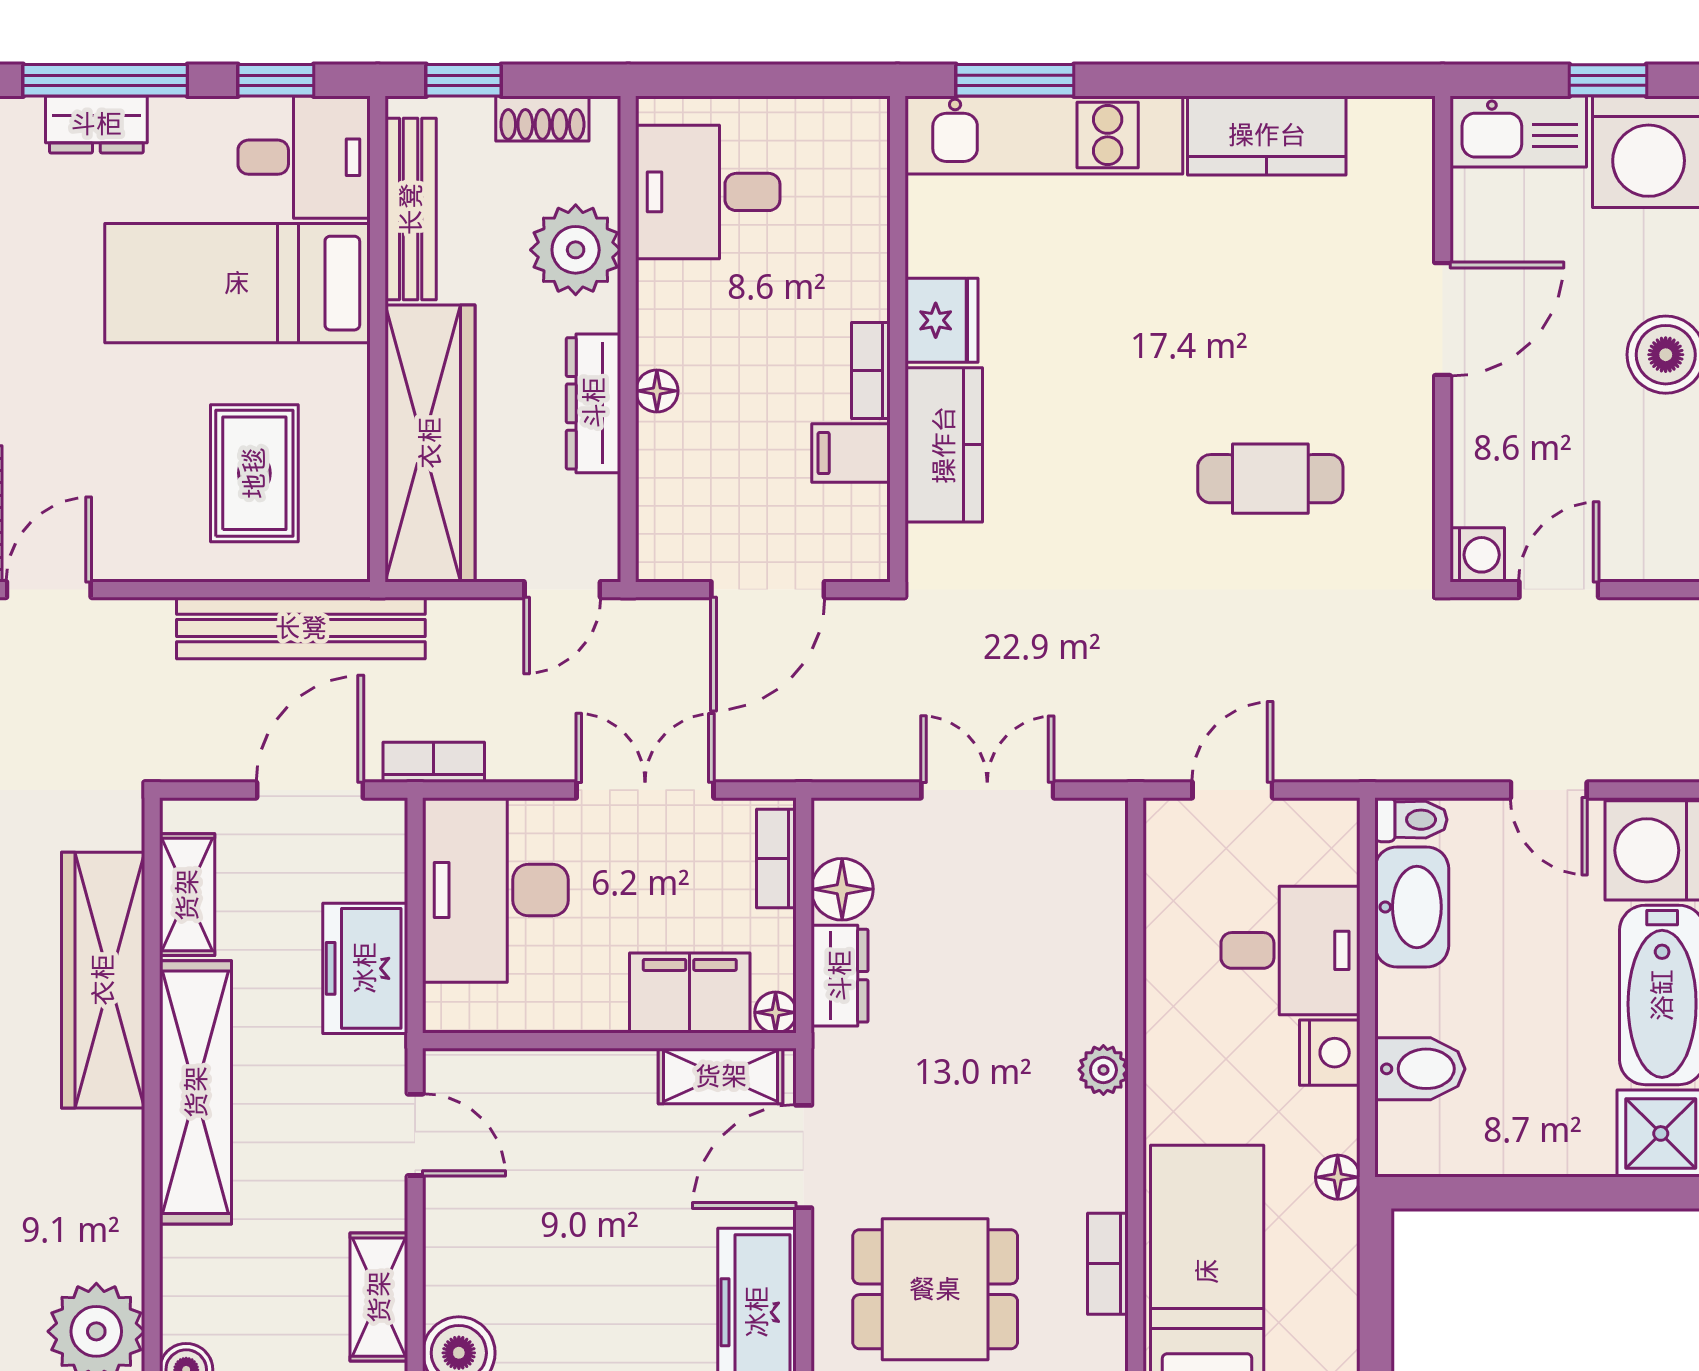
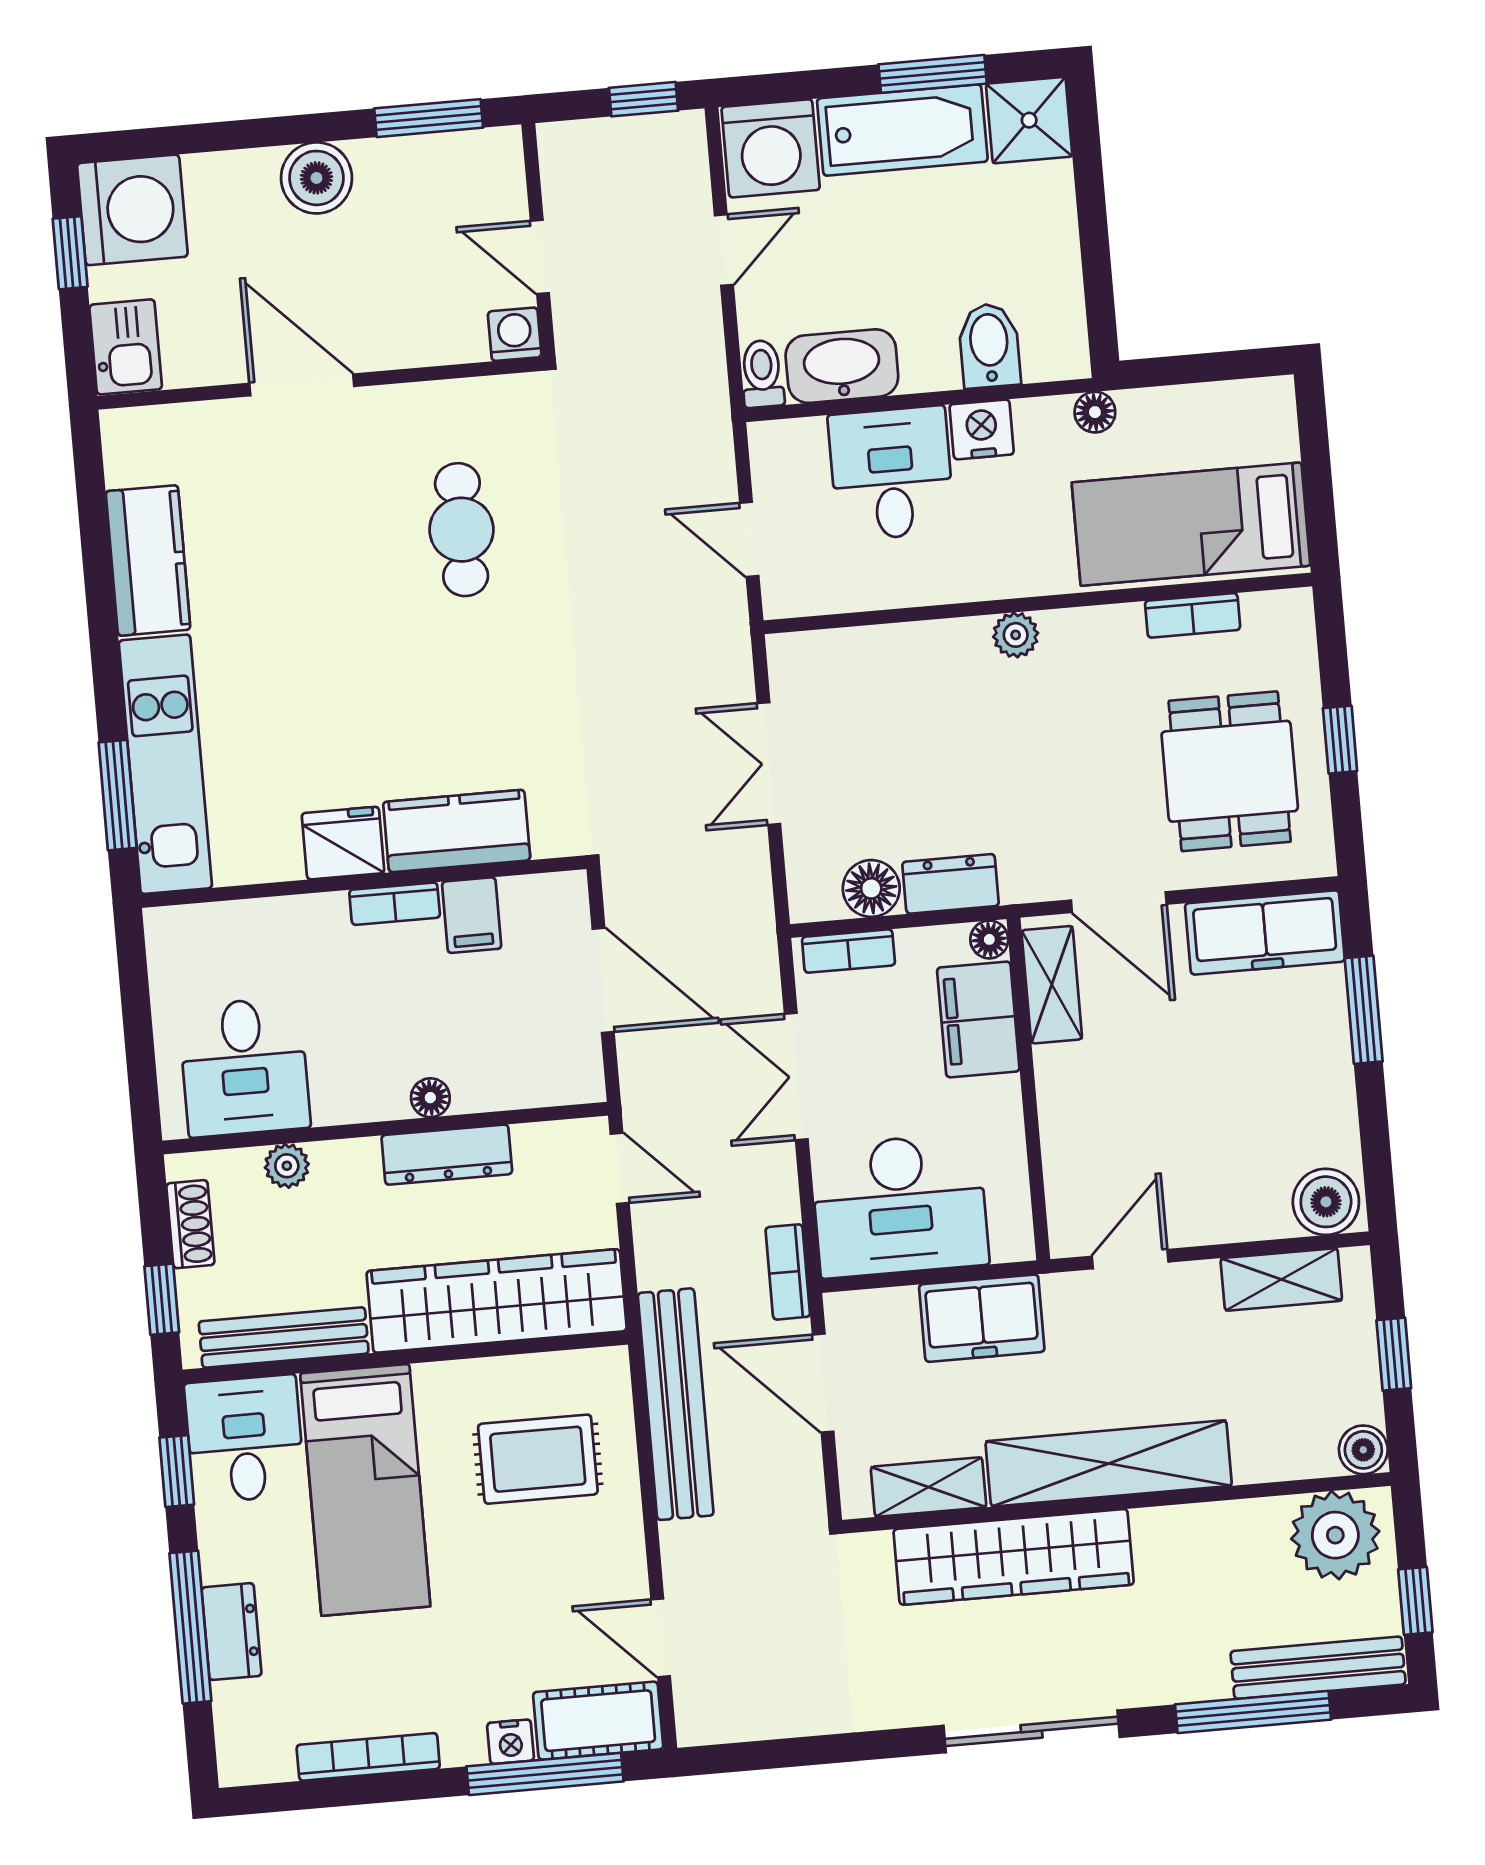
kitchen sink: (1519, 132) -> (126, 347), width x0.73
plant: (576, 250) -> (287, 1166), width x0.53, depth x0.53

